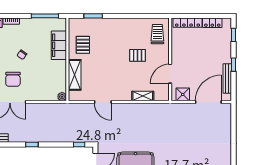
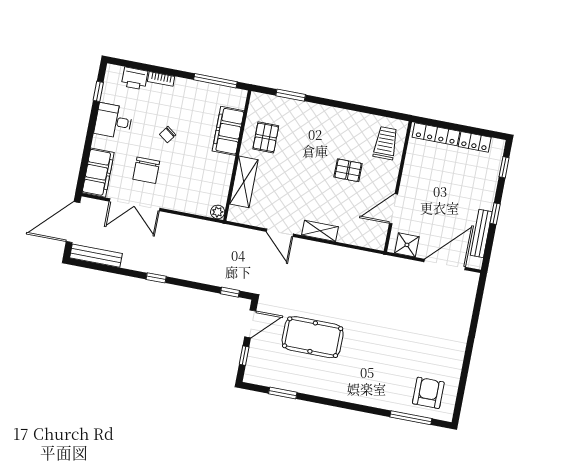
shelving: (143, 96) -> (320, 231), moved

